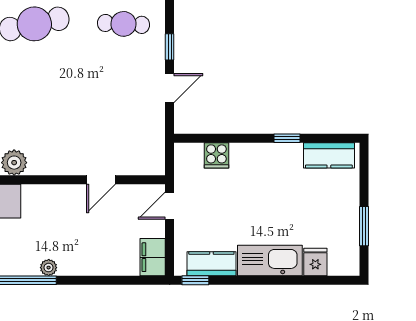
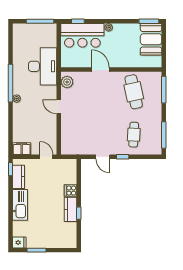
cooker: (216, 155) -> (71, 191), moved
kitchen counter: (329, 155) -> (71, 209), moved
door: (101, 180) -> (59, 107), moved
fridge: (315, 262) -> (19, 242), moved

